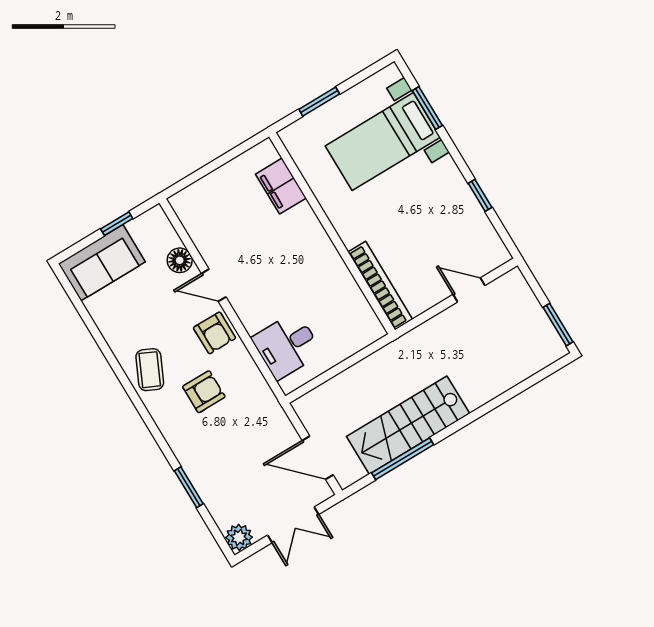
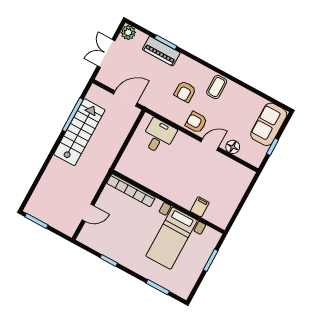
bed with nightstands: (383, 142) -> (172, 238), moved, turned 180
filing cabinet: (281, 186) -> (200, 207), width x0.50
coffee table: (150, 370) -> (217, 87), turned 65
door: (318, 458) -> (125, 98), moved
piano: (204, 478) -> (161, 51), added

